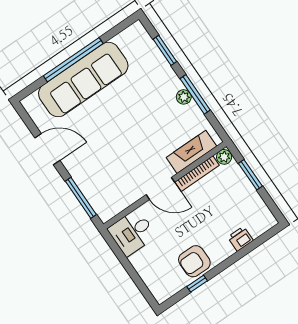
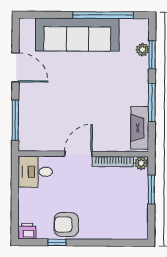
window: (73, 60) -> (103, 15), moved
plant: (184, 97) -> (142, 50), moved
fireplace: (191, 152) -> (140, 128), moved, turned -90
door: (160, 188) -> (78, 154), swing flipped
printer: (240, 239) -> (27, 231), moved

